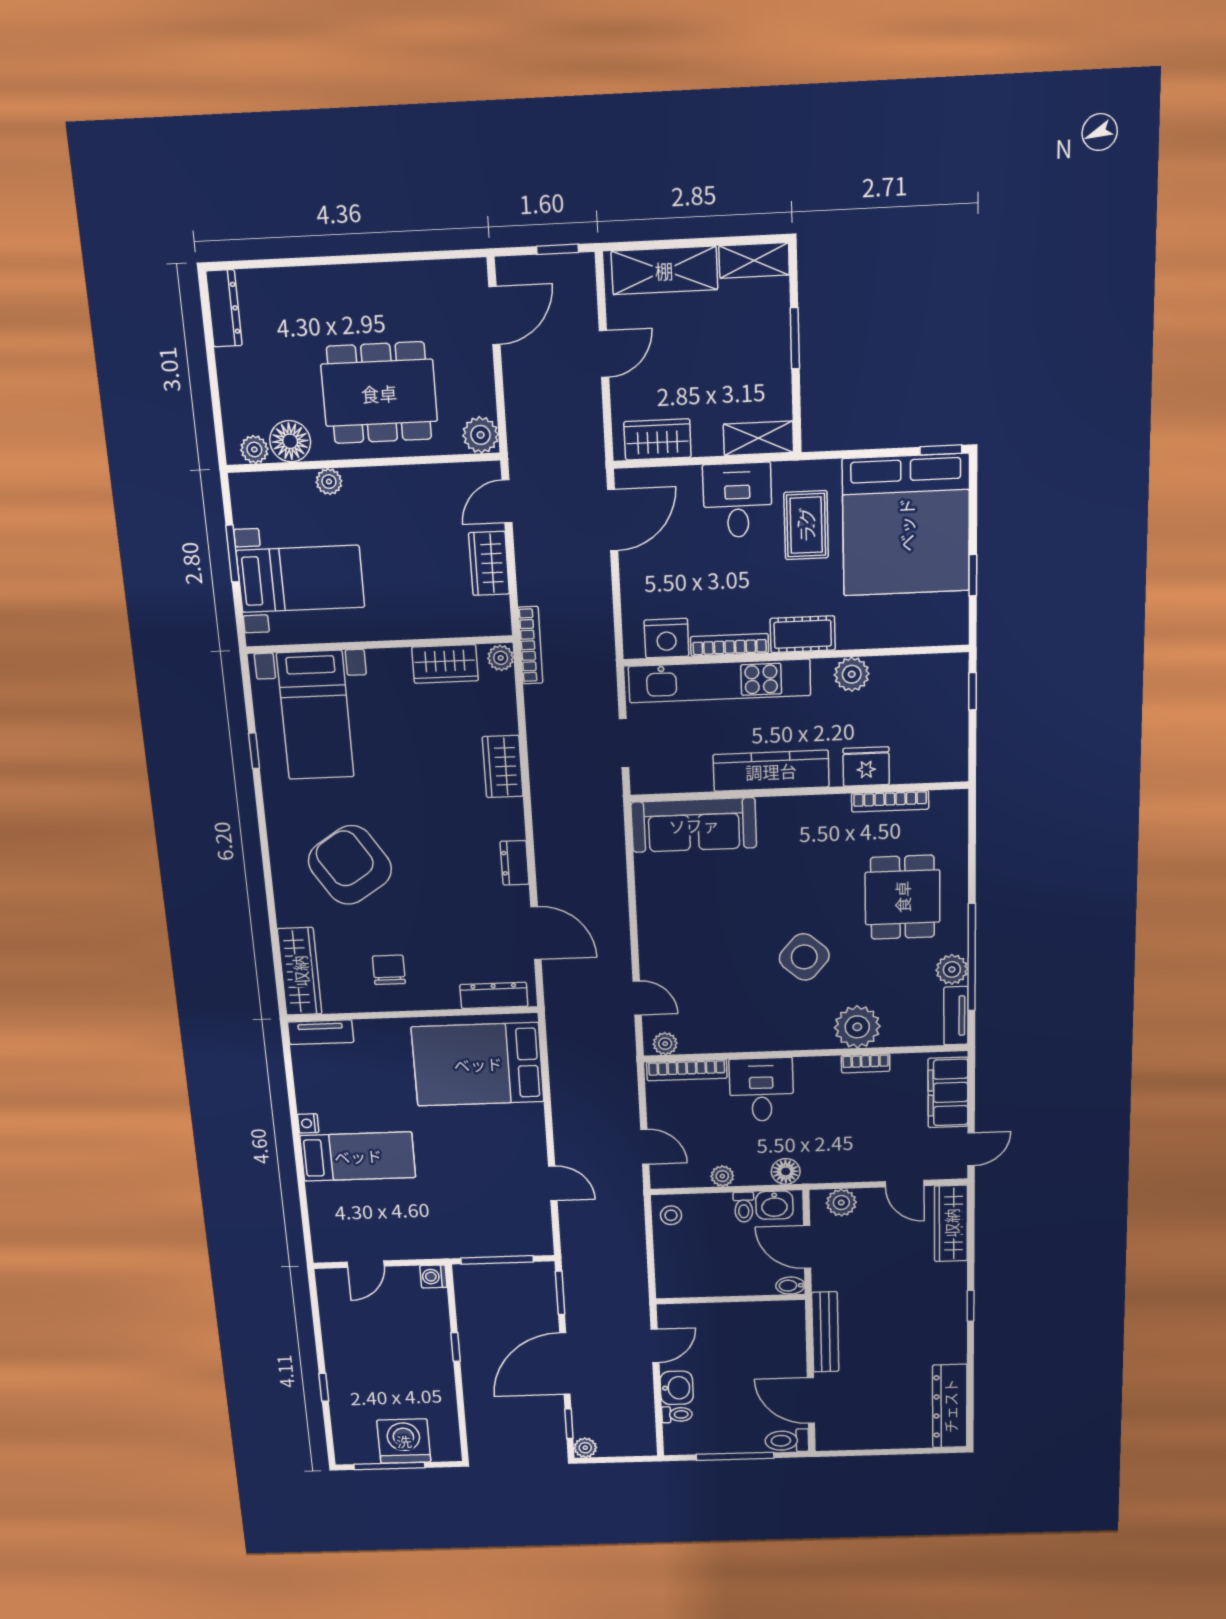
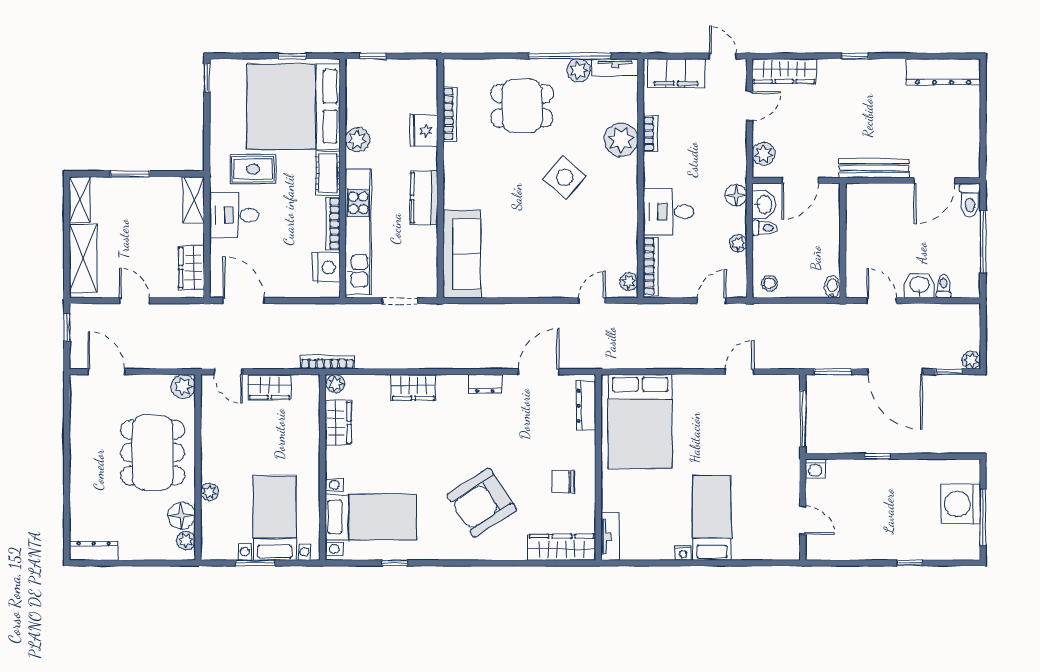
bed: (906, 525) -> (293, 107), moved, turned 180
kitchen counter: (771, 771) -> (424, 198), width x0.67
bidet: (790, 1286) -> (832, 287), moved, turned 180

